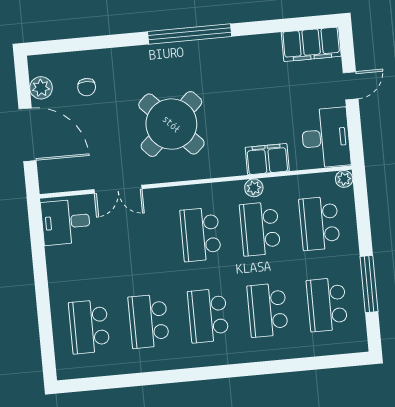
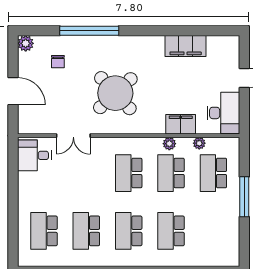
window: (190, 34) -> (89, 31), moved
filing cabinet: (311, 44) -> (186, 46), moved
plant: (41, 88) -> (26, 43), moved
door: (27, 135) -> (13, 91), width x0.73
plant: (344, 179) -> (199, 143), moved
window: (369, 284) -> (244, 197), moved
school desk: (327, 305) -> (213, 231), removed

